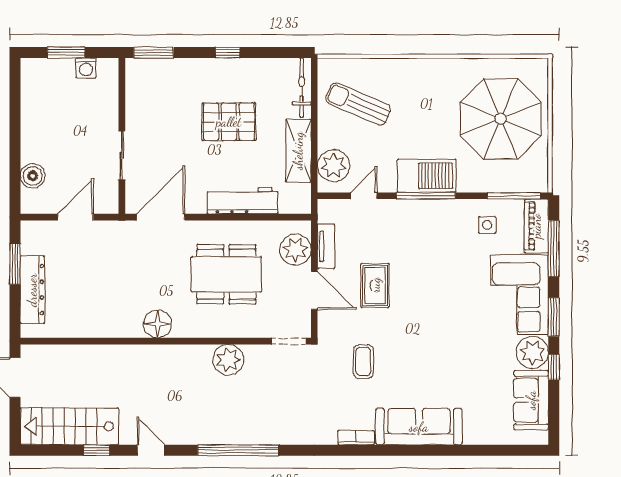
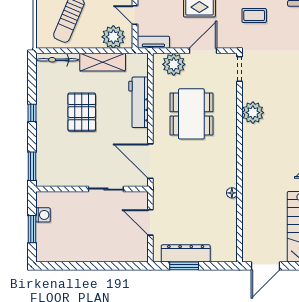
boiler: (33, 176) -> (121, 253), removed
tv unit: (326, 246) -> (153, 42), moved
dresser: (32, 290) -> (186, 253), moved
floor lamp: (158, 324) -> (232, 193), moved, width x0.53, depth x0.53

